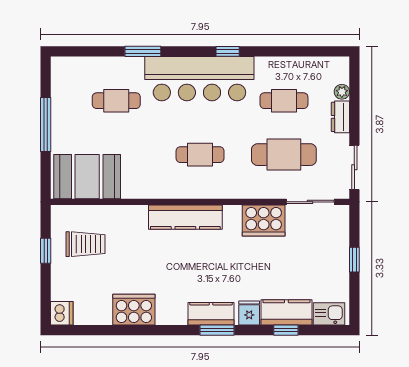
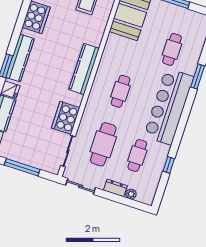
window: (228, 51) -> (169, 165), moved
window: (354, 260) -> (22, 167), width x2.17
kitchen counter: (211, 314) -> (20, 58), width x1.50

